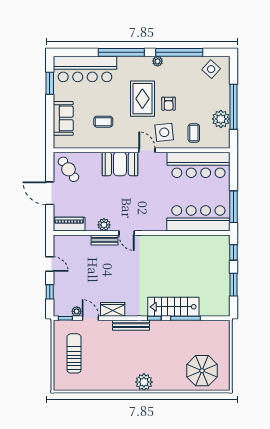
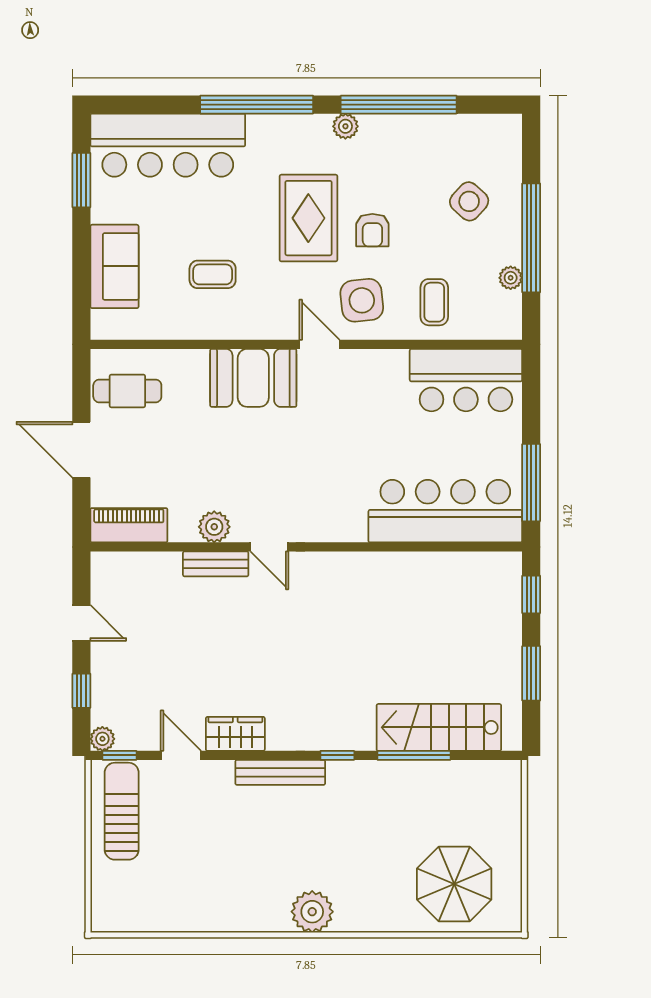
side table: (211, 69) -> (469, 201), moved
plant: (221, 119) -> (511, 278), width x0.53, depth x0.53
bar counter: (198, 165) -> (466, 380), width x0.73
cafe table: (68, 169) -> (127, 391), turned -55
stairs: (173, 307) -> (439, 727), moved
plant: (77, 311) -> (102, 739), moved
sun lounger: (74, 353) -> (122, 811), moved

